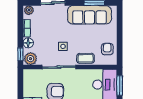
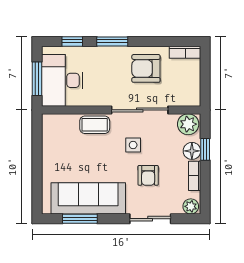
armchair: (107, 49) -> (148, 175), moved
window: (20, 54) -> (205, 149), moved

